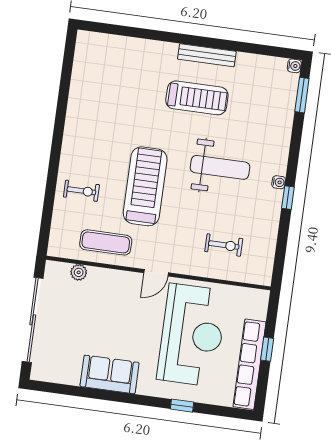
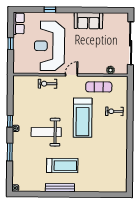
window: (302, 95) -> (10, 152), moved
treadmill: (197, 98) -> (62, 166), turned 180
exercise bike: (224, 245) -> (47, 84), moved
row of seats: (249, 364) -> (19, 23), width x0.50

